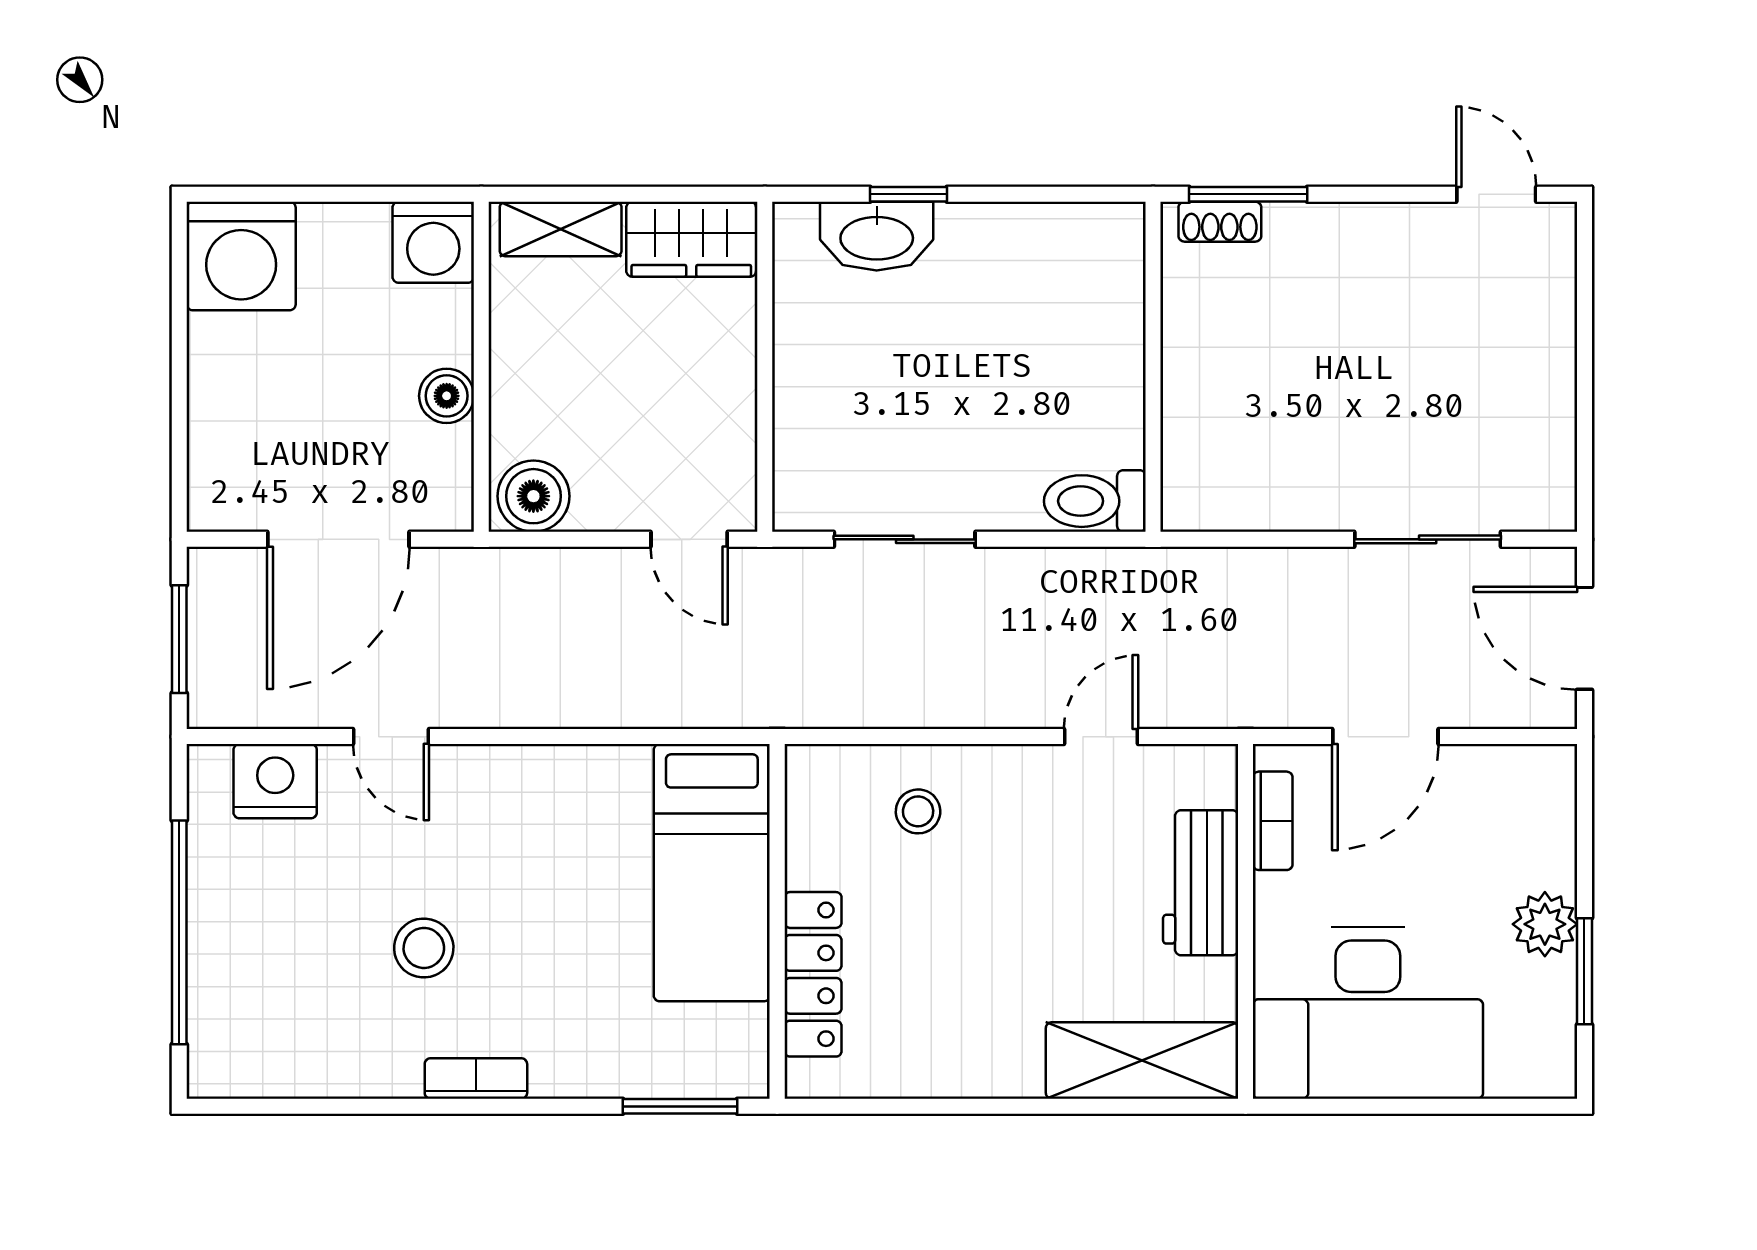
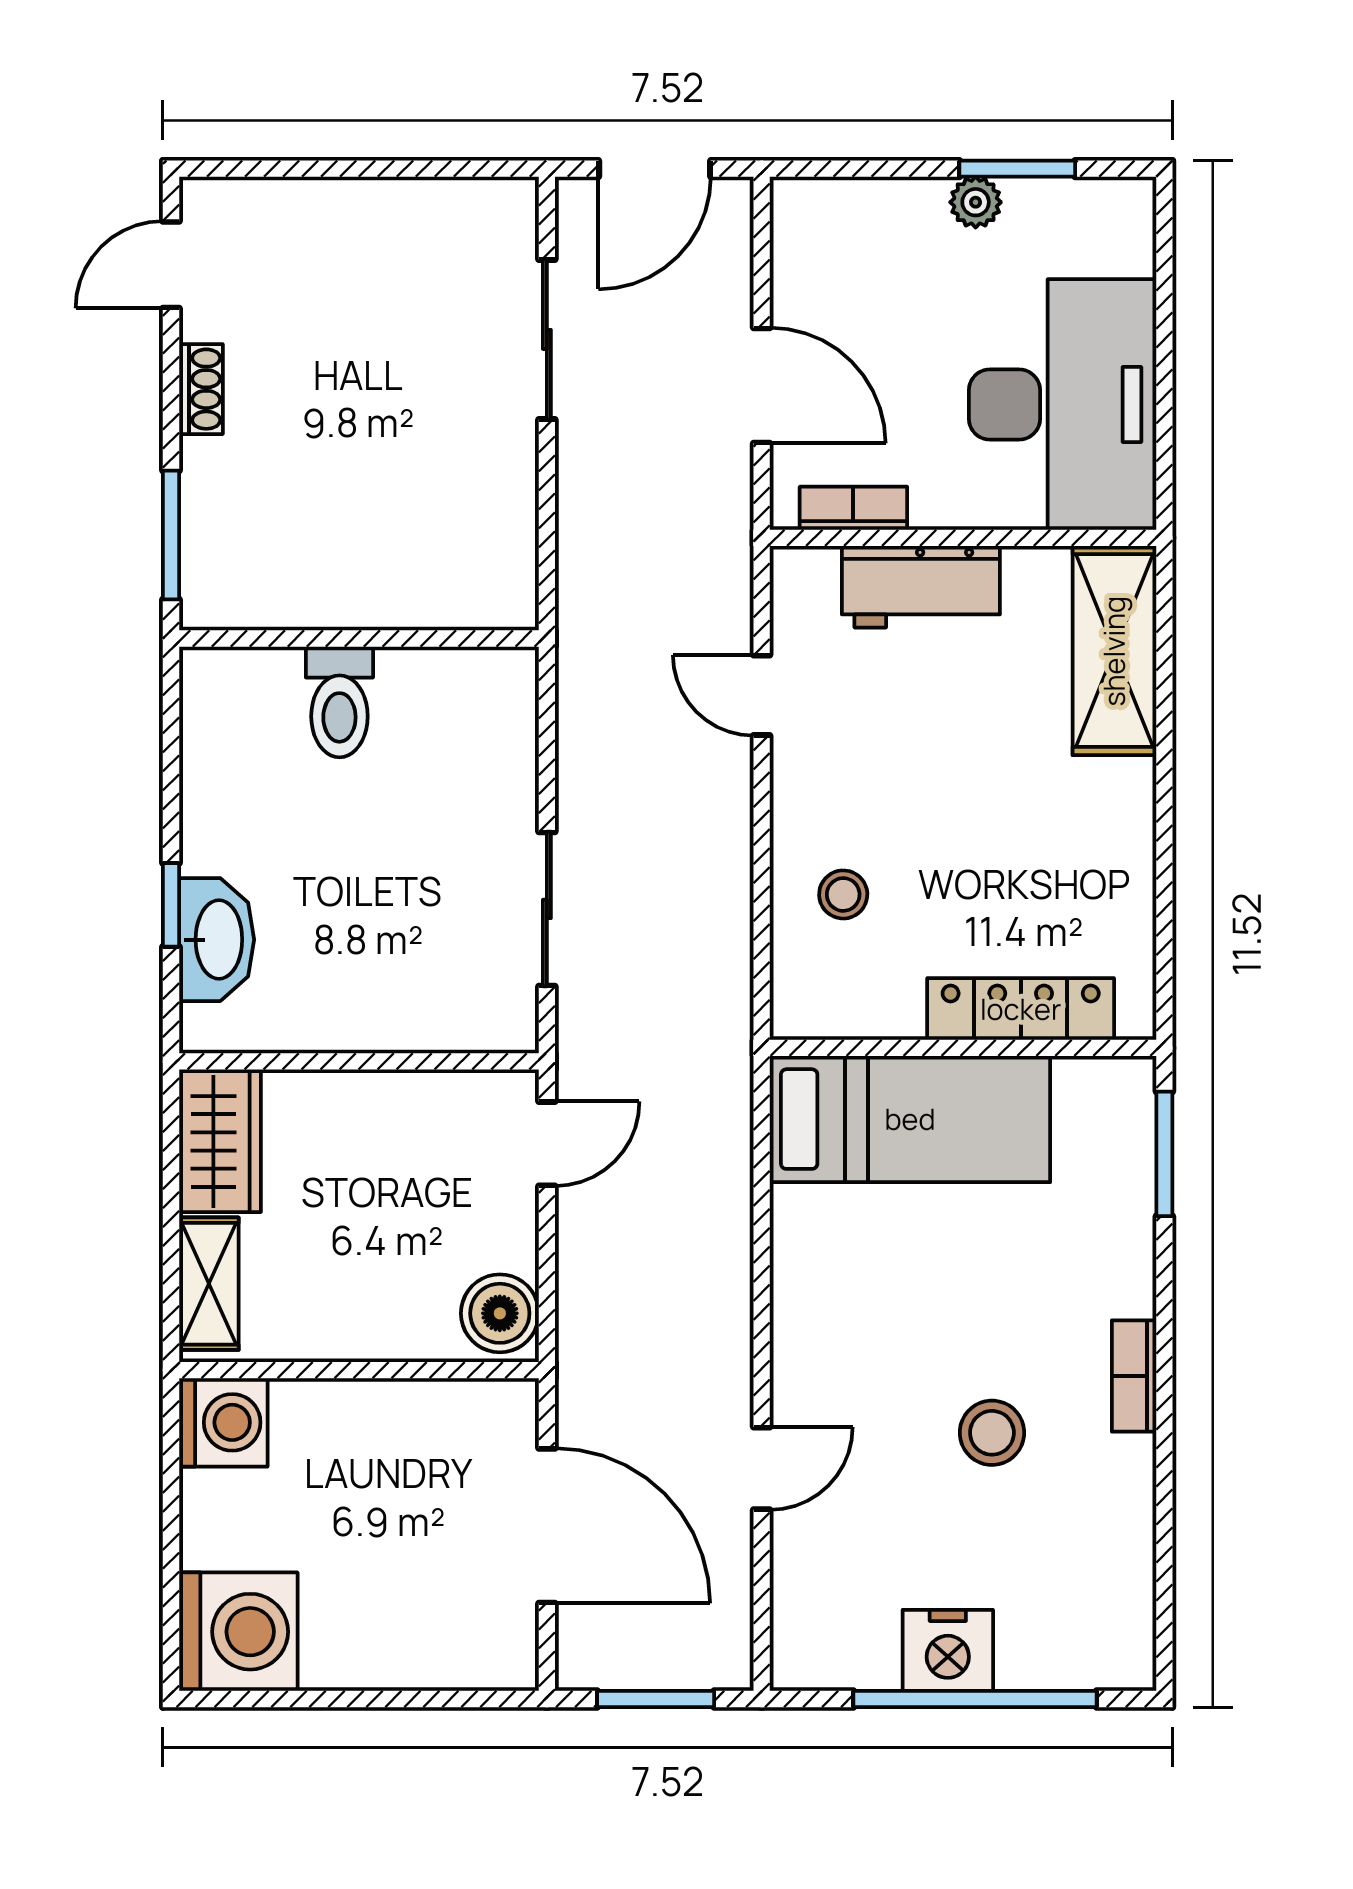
shoe rack: (1220, 222) -> (201, 389), moved
boiler: (447, 396) -> (391, 1408), removed
toilet: (1095, 501) -> (339, 702), moved
nightstand: (275, 781) -> (948, 1650), moved, turned -90
plant: (1545, 924) -> (976, 202), width x0.73, depth x0.73

